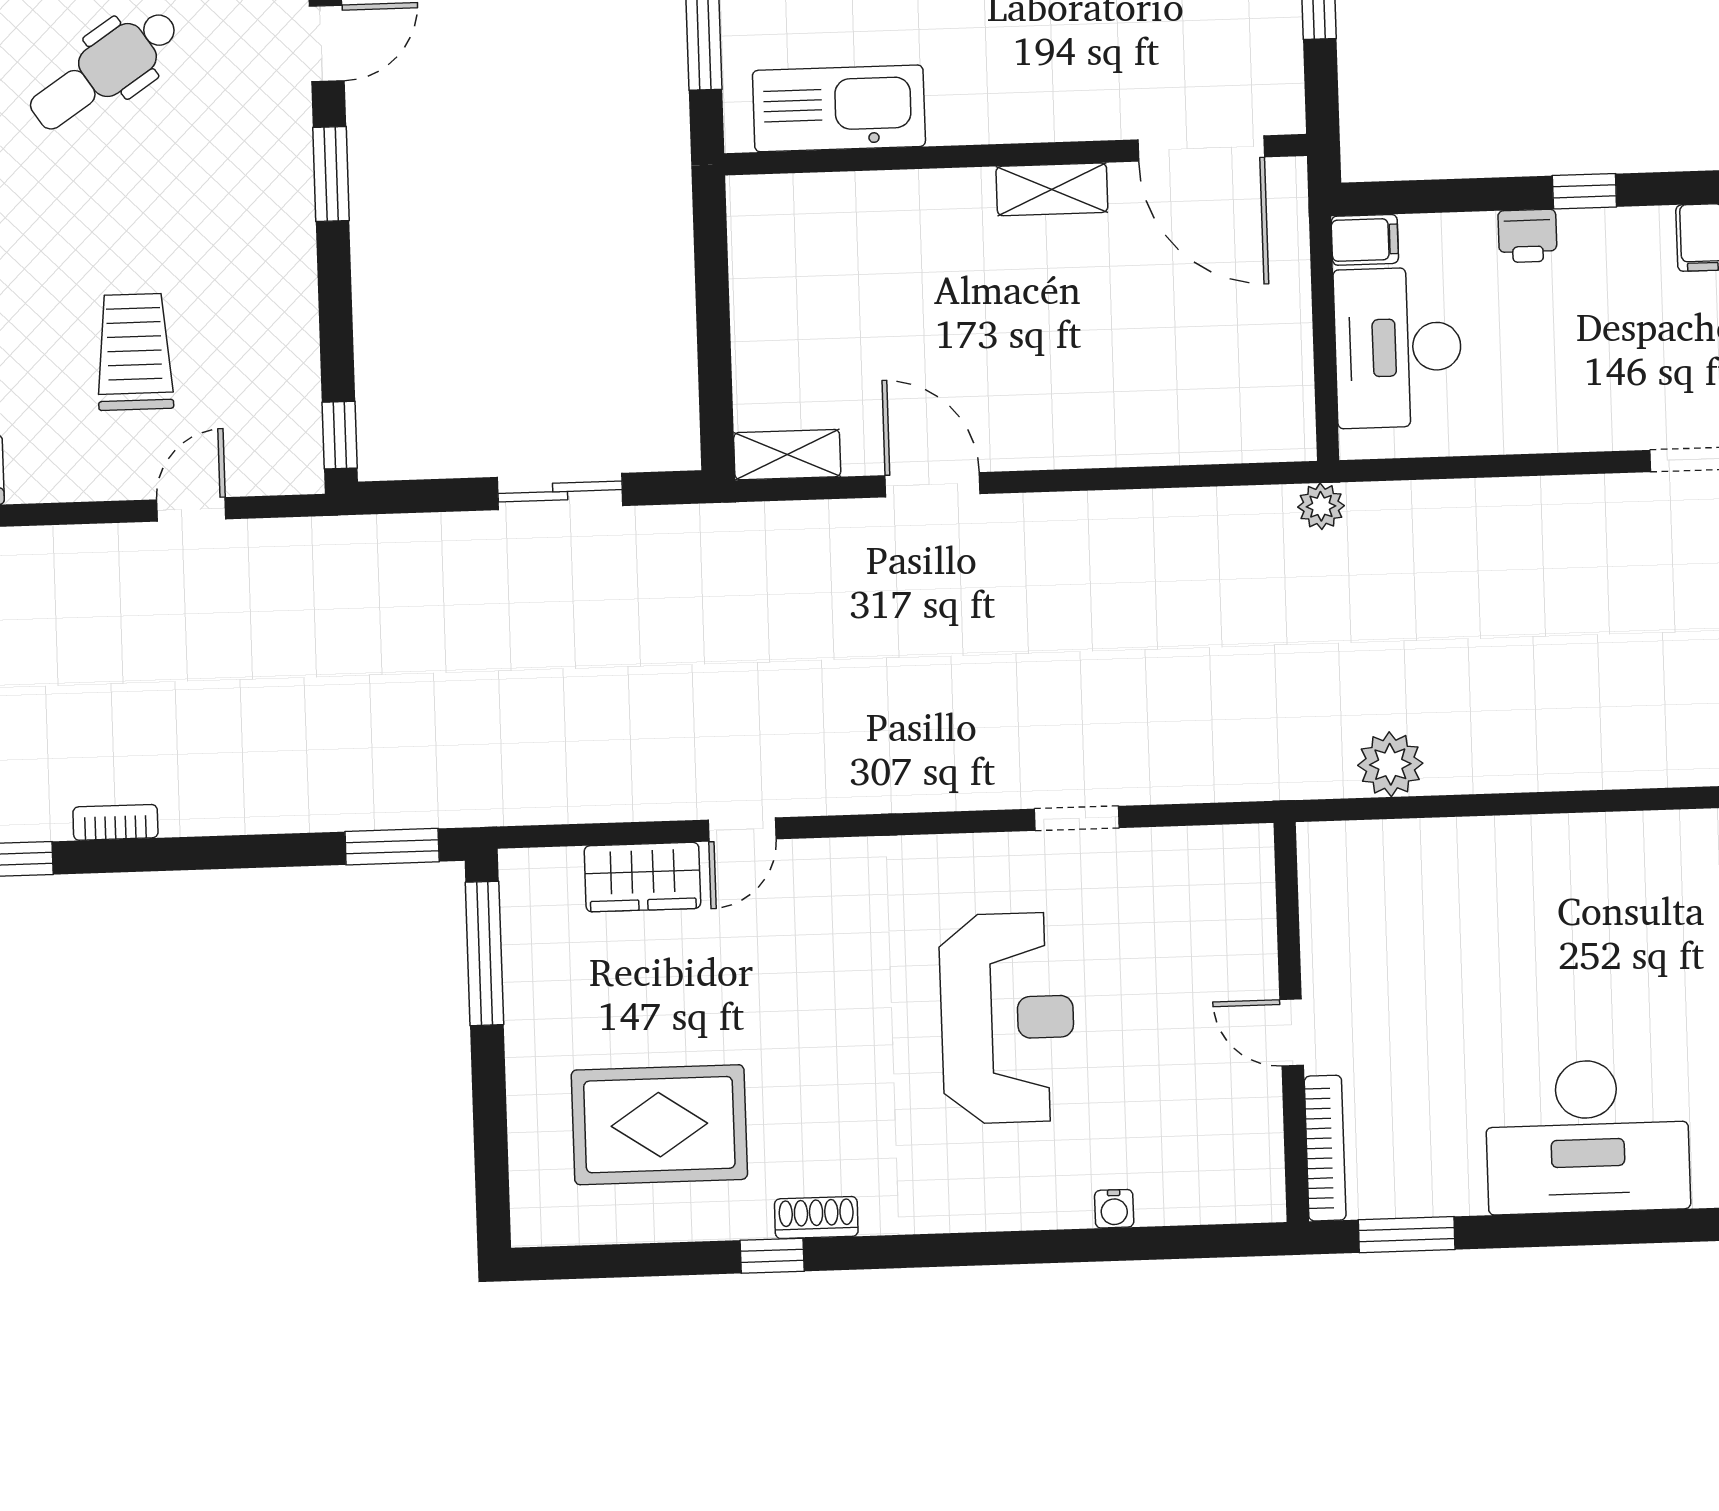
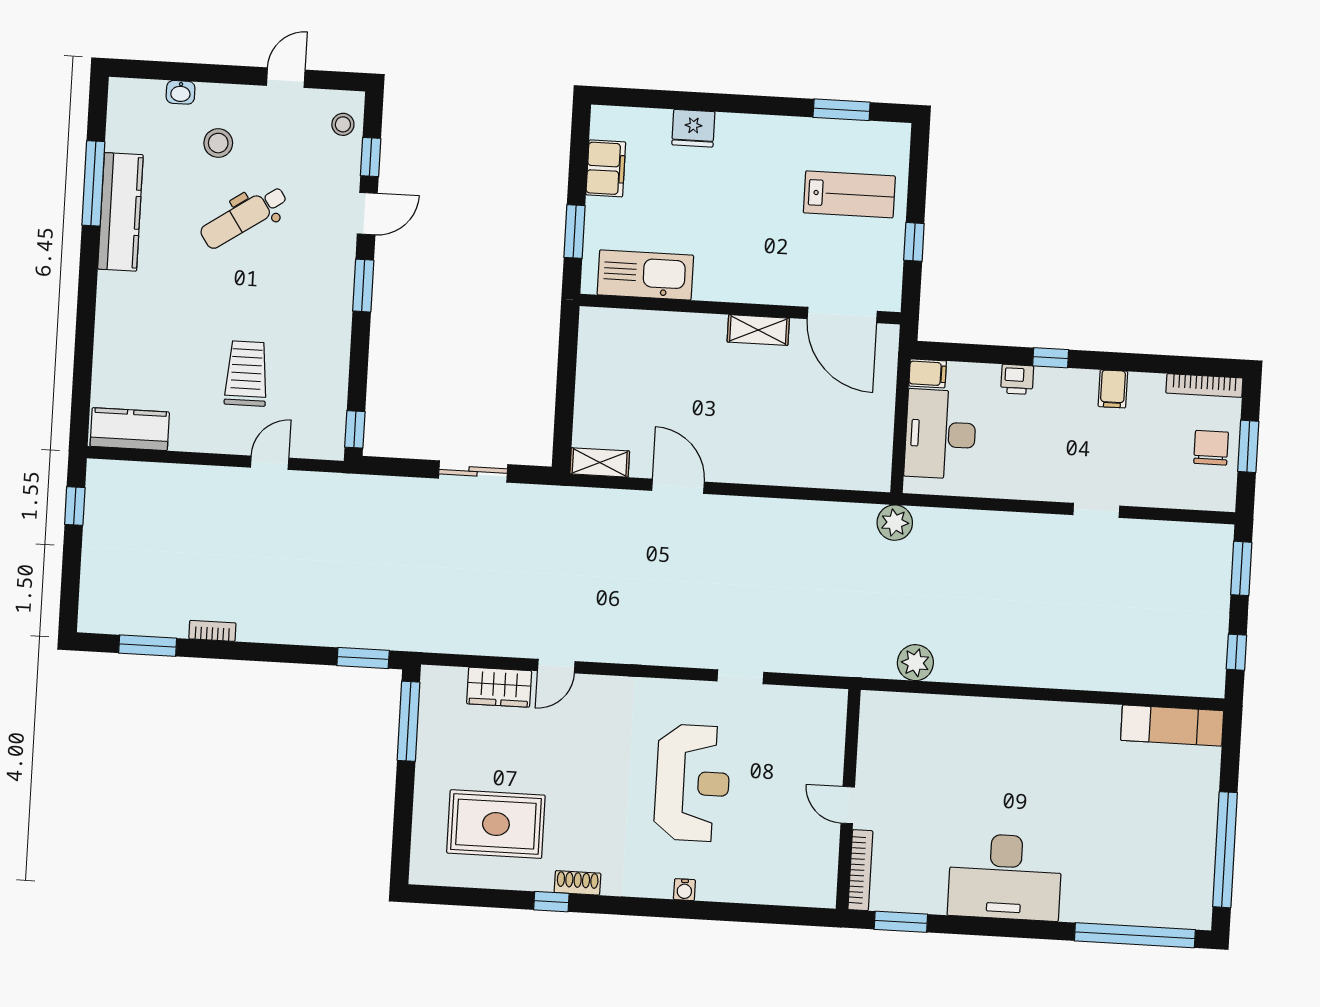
plant: (1321, 506) -> (895, 523), width x1.38, depth x1.38
water cooler: (1114, 1209) -> (684, 890), moved

